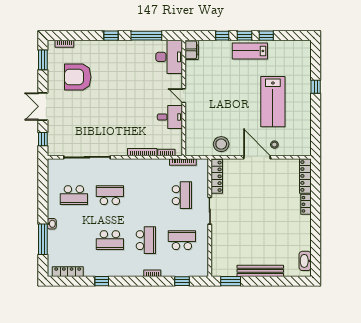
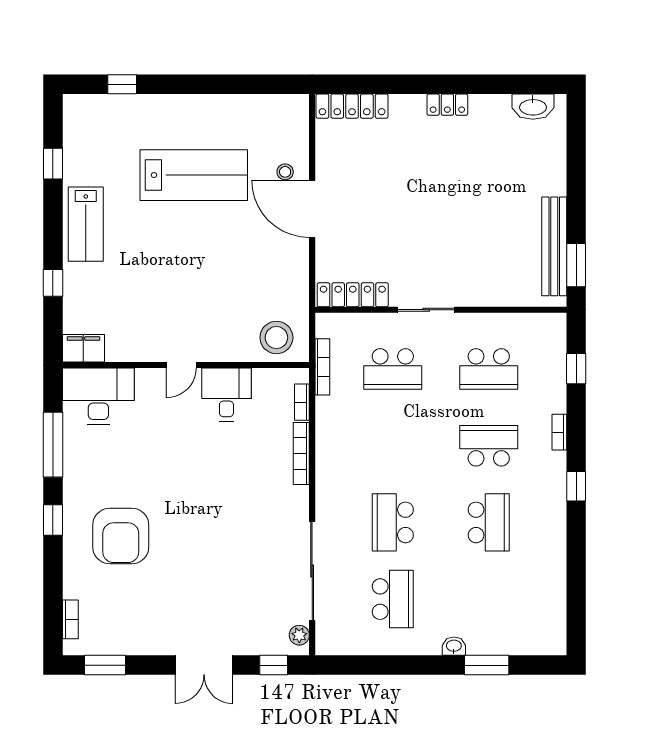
window: (245, 36) -> (53, 235), removed
window: (266, 36) -> (53, 164), moved
armchair: (78, 77) -> (121, 536), moved
window: (316, 87) -> (122, 84), moved
stool: (221, 144) -> (276, 338), moved
plant: (57, 151) -> (299, 635), added
door: (257, 157) -> (312, 209), hinge flipped
school desk: (182, 195) -> (393, 369), turned 180
locker: (306, 204) -> (447, 105), moved
window: (43, 239) -> (487, 665), width x0.69
school desk: (182, 240) -> (489, 369), turned -90
bench: (260, 271) -> (554, 246), moved
locker: (68, 272) -> (556, 612), removed
window: (102, 281) -> (576, 486), moved

